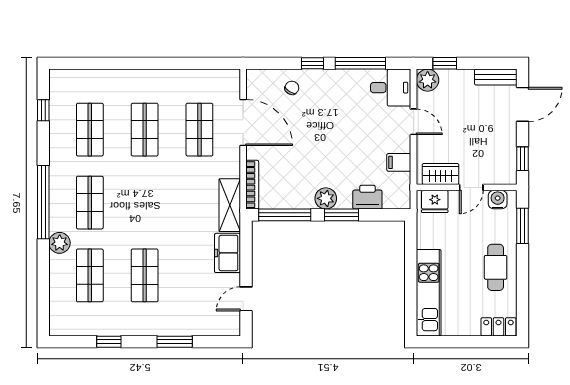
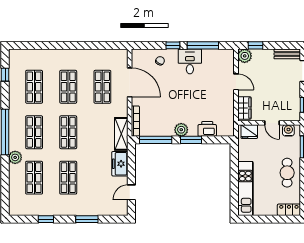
desk: (391, 88) -> (190, 61), moved, turned -90
filing cabinet: (399, 162) -> (227, 107), removed
wardrobe: (440, 174) -> (244, 108), moved, turned 90
door: (471, 187) -> (272, 123), hinge flipped
shop shelf: (145, 203) -> (68, 132), added

